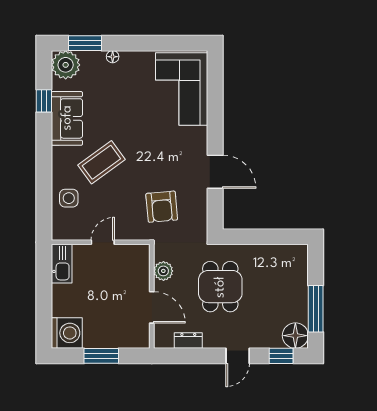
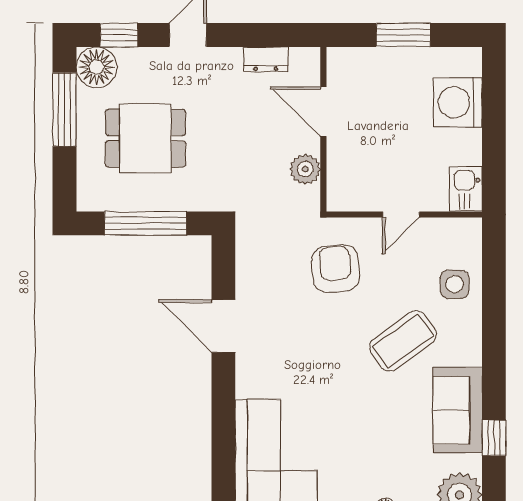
armchair: (162, 207) -> (335, 269), moved
window: (264, 237) -> (145, 223), added
kitchen sink: (62, 264) -> (466, 189), width x0.73
dining table: (220, 287) -> (145, 138), moved, turned 90
washing machine: (67, 333) -> (458, 102), moved

